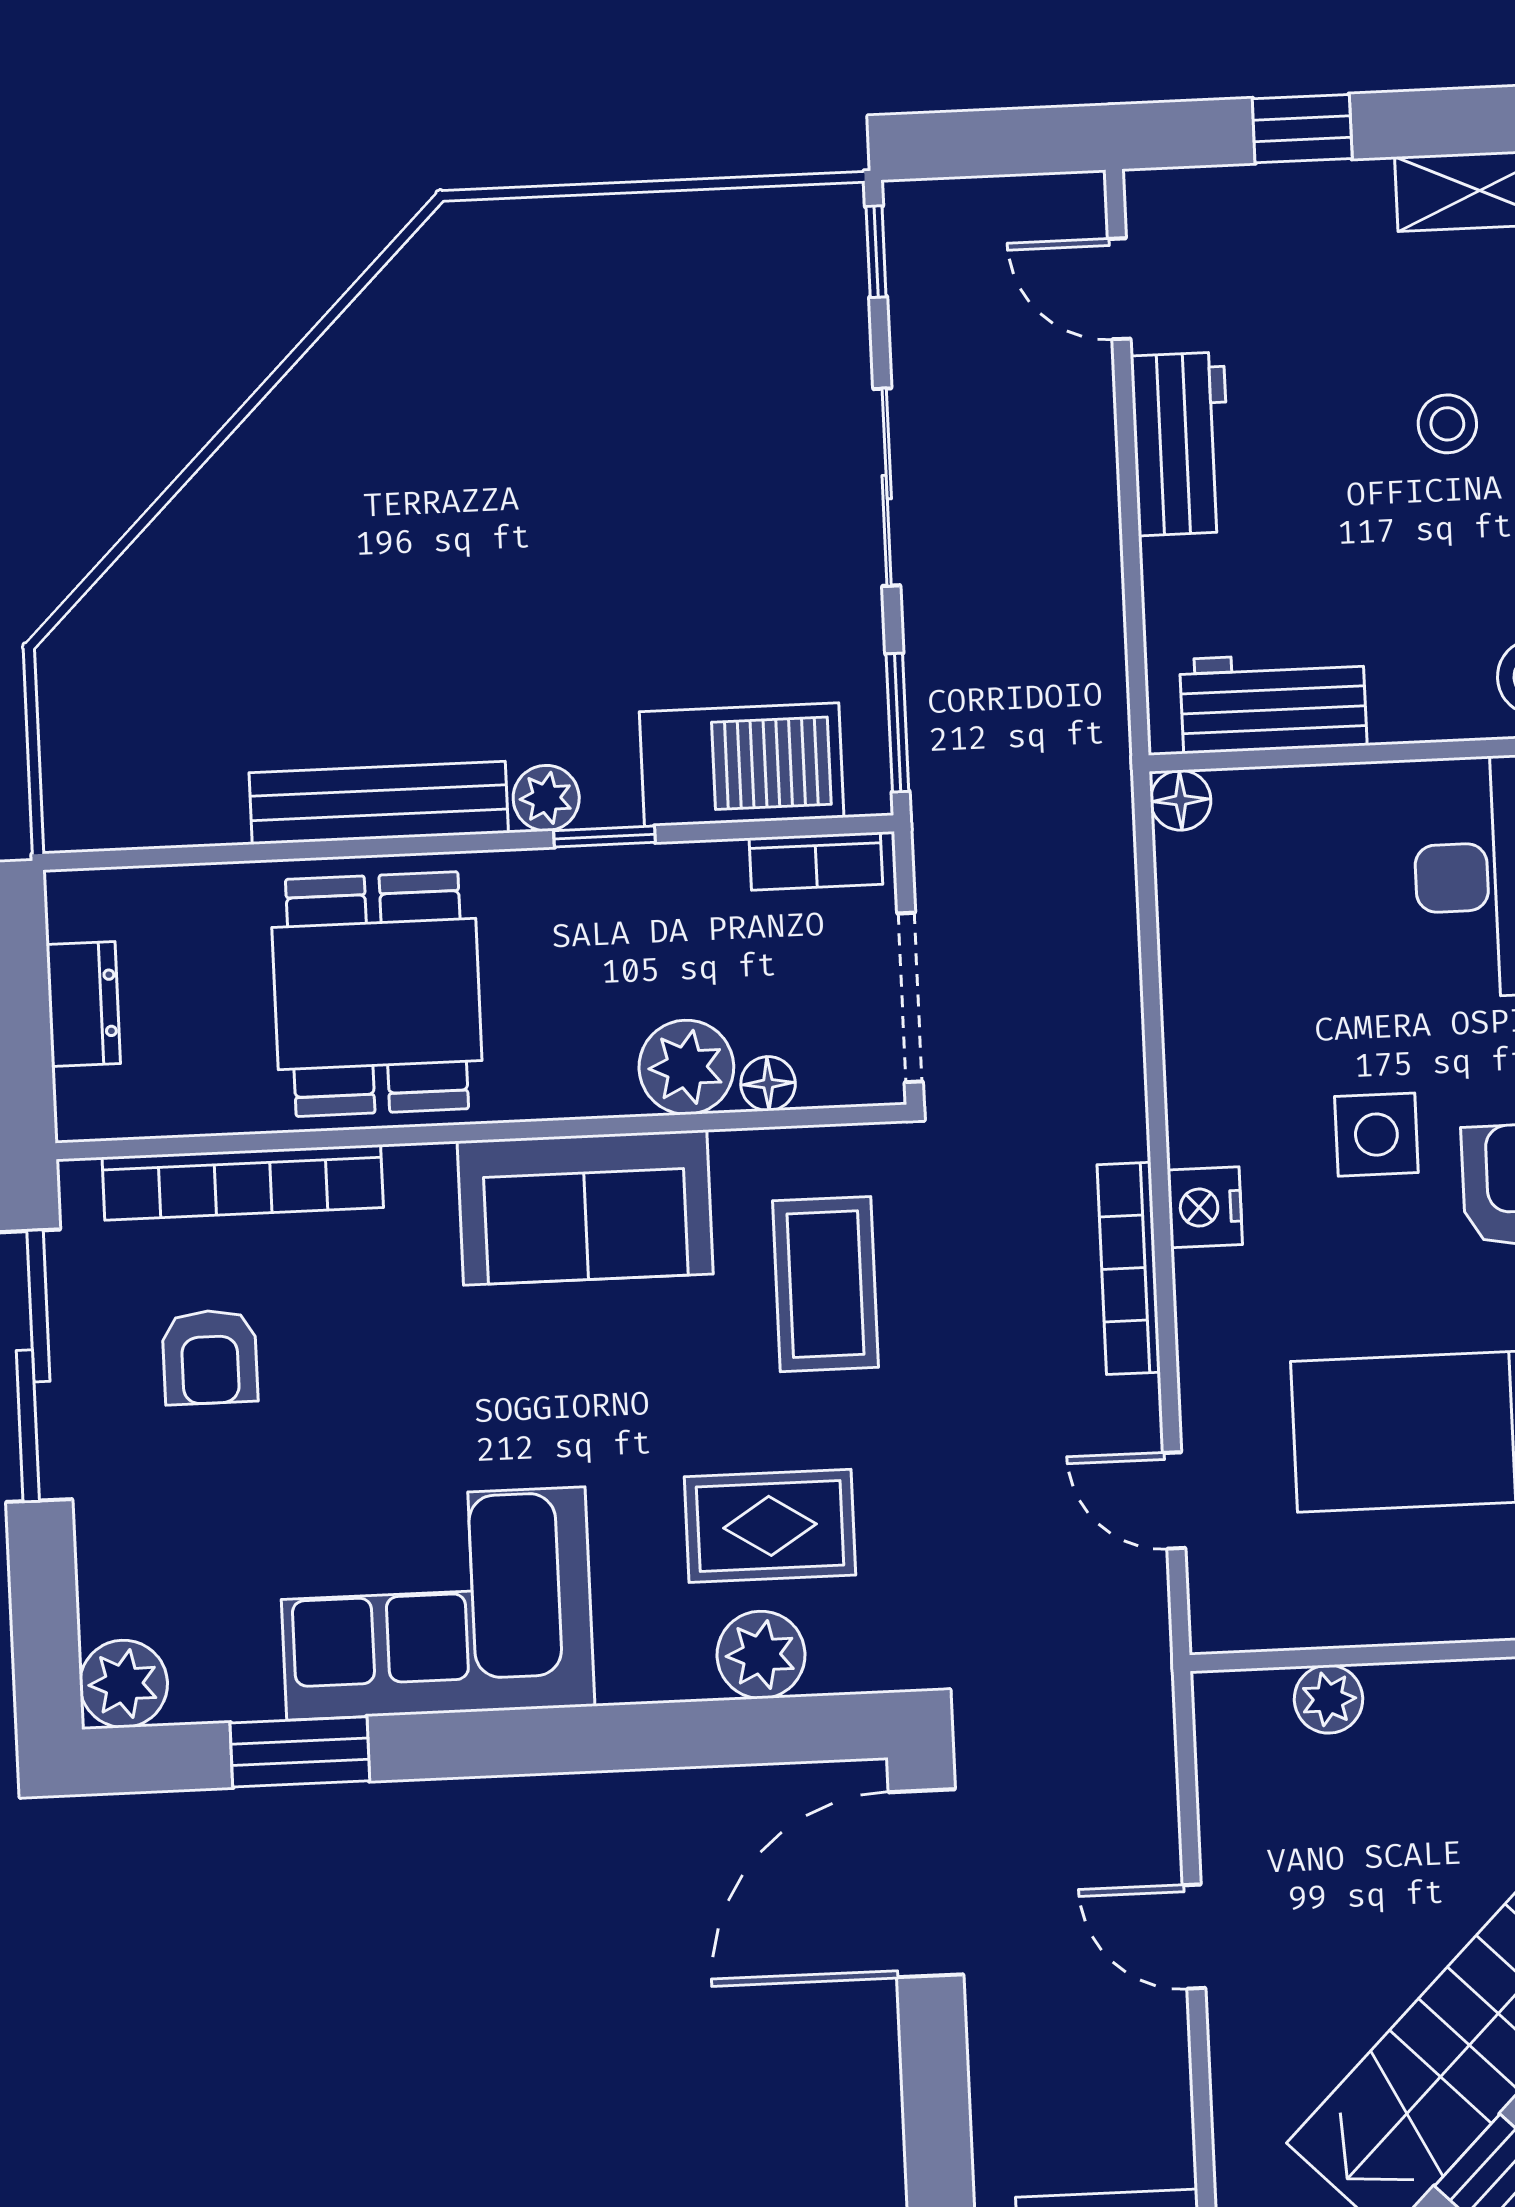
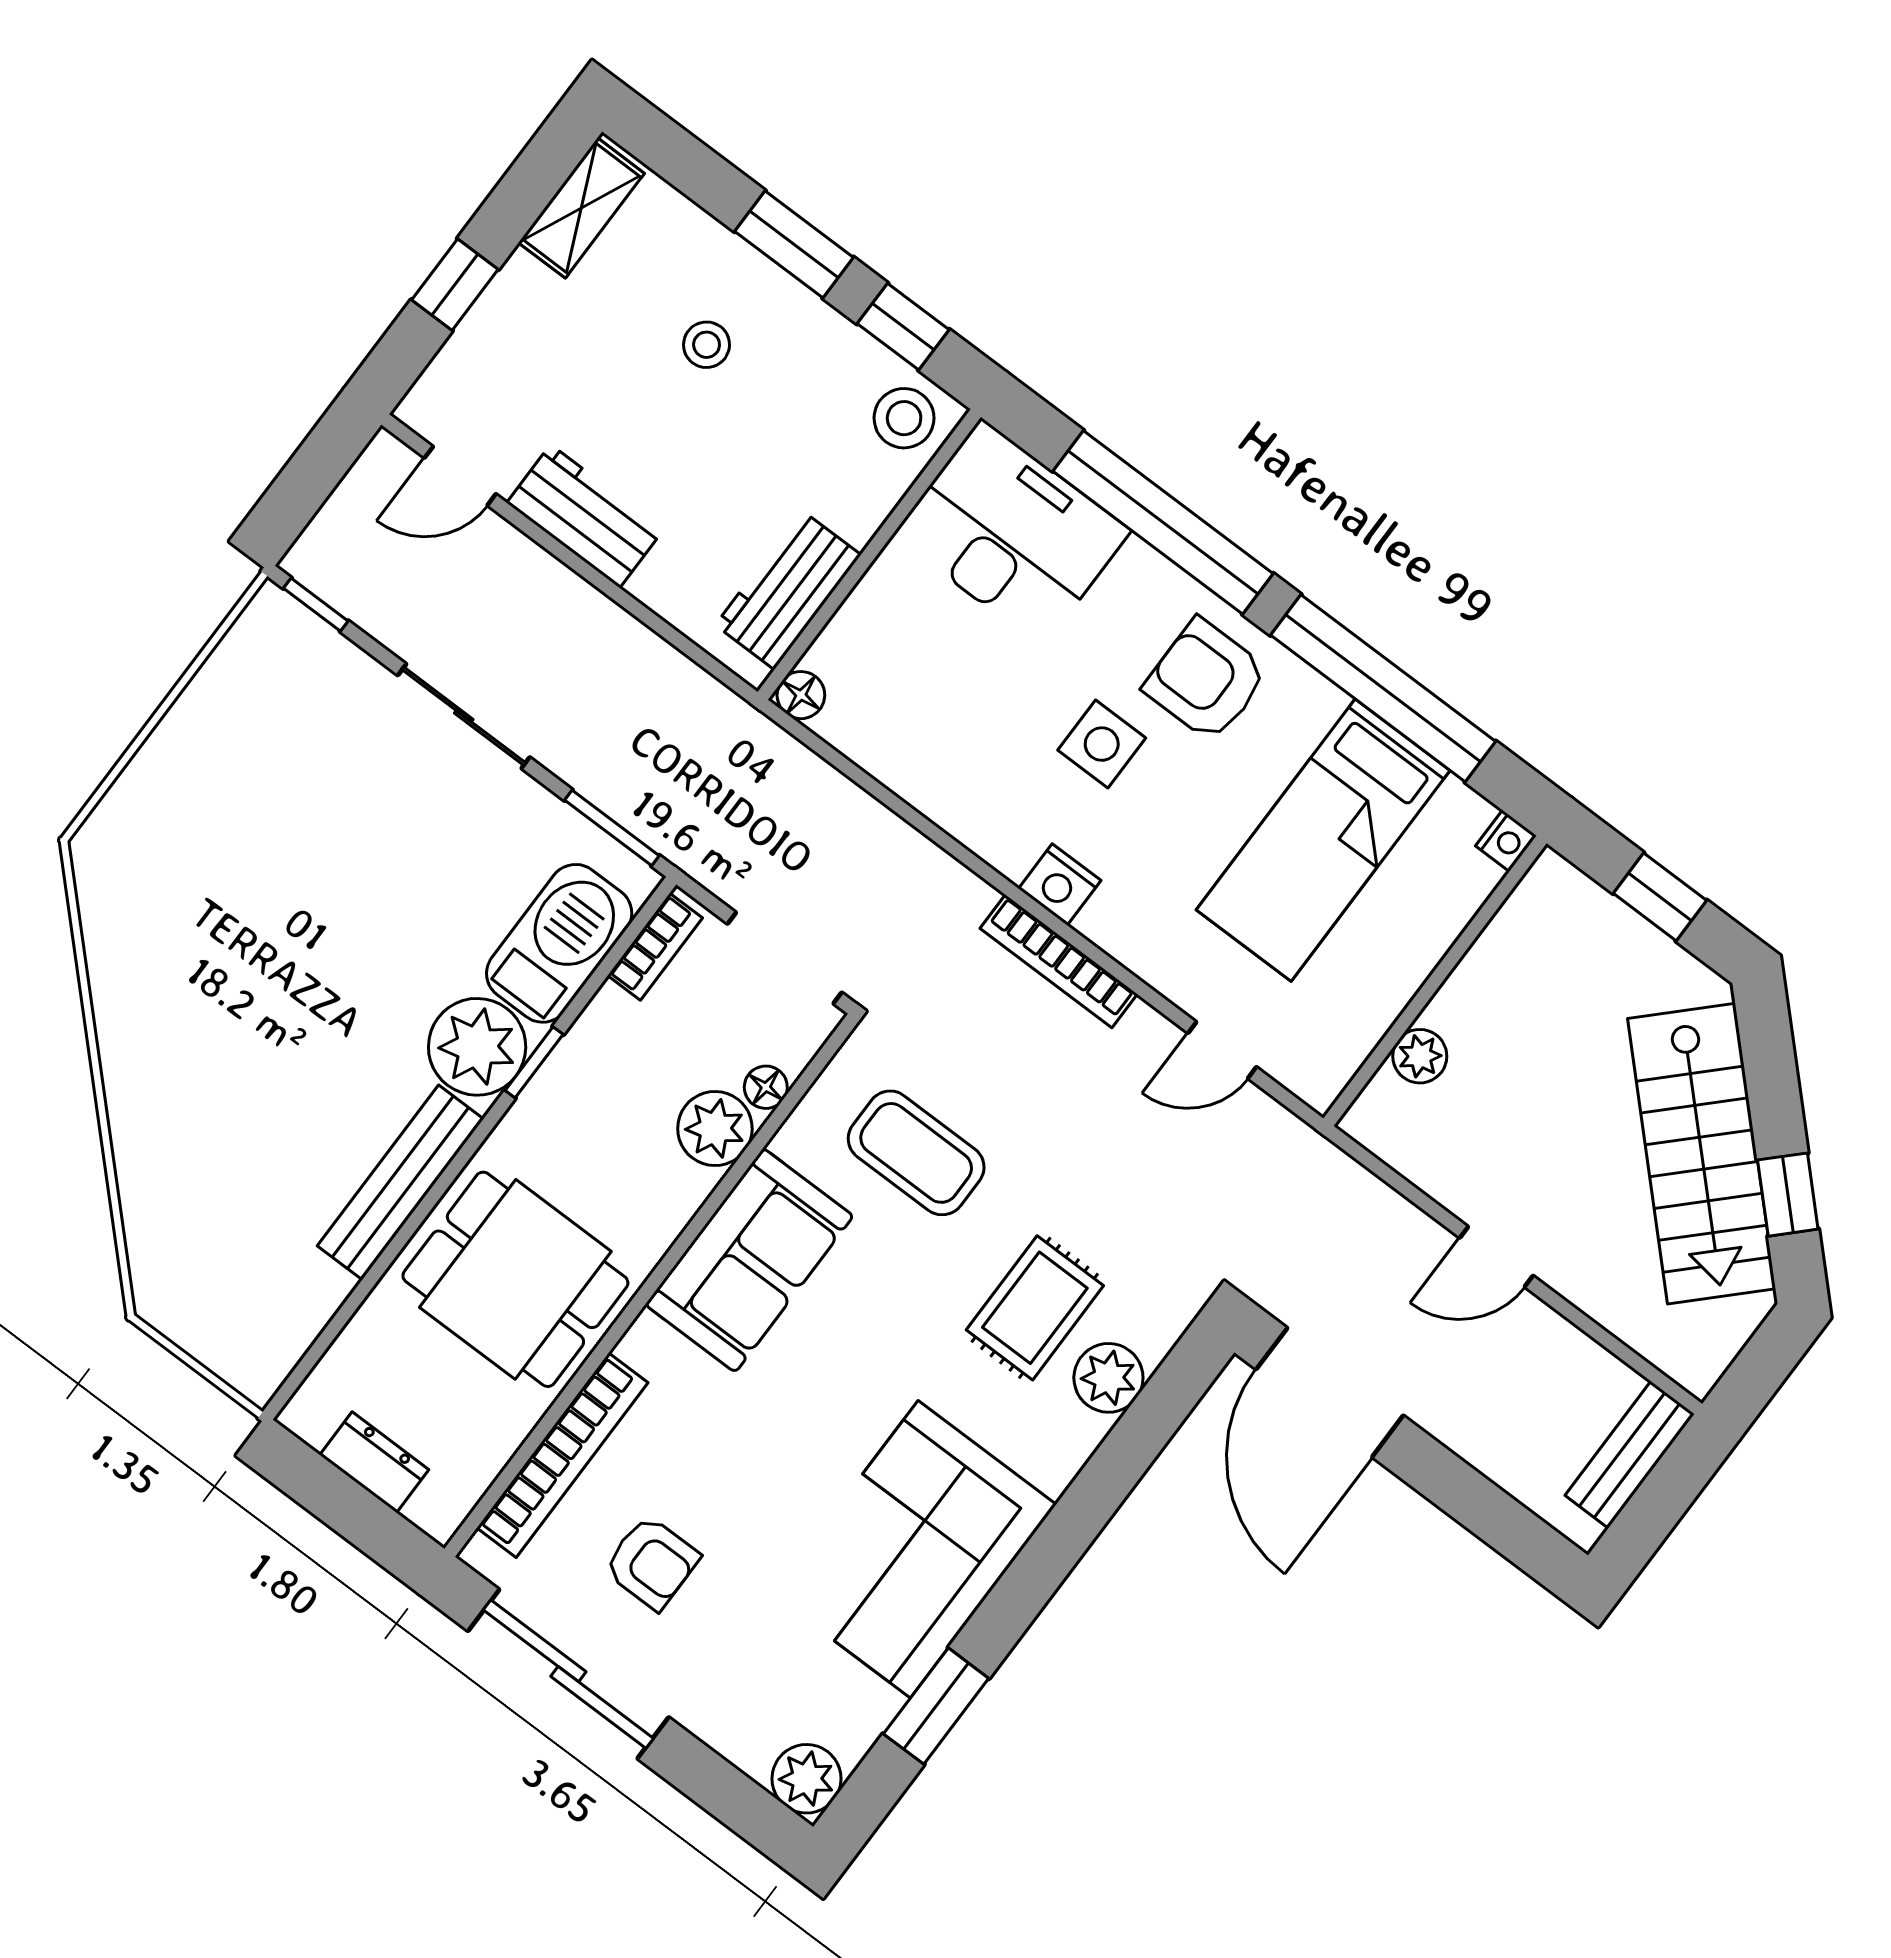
plant: (546, 798) -> (477, 1047), width x1.88, depth x1.88

